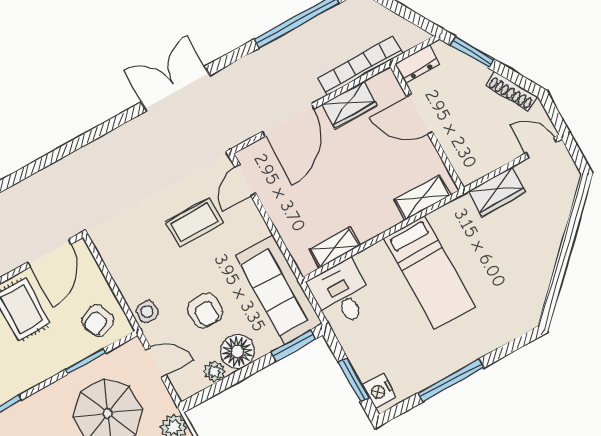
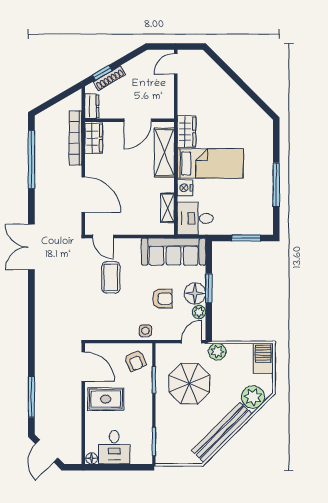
window: (472, 52) -> (102, 73), width x0.67
shoe rack: (512, 91) -> (109, 78), moved
wardrobe: (349, 105) -> (94, 138), moved
door: (420, 114) -> (138, 120), moved
wardrobe: (497, 192) -> (187, 132), moved
shelving: (423, 197) -> (164, 152), width x1.50, depth x1.33
window: (293, 345) -> (209, 288), moved
door: (156, 363) -> (192, 342), moved
nightstand: (379, 391) -> (185, 188), moved, turned 90

